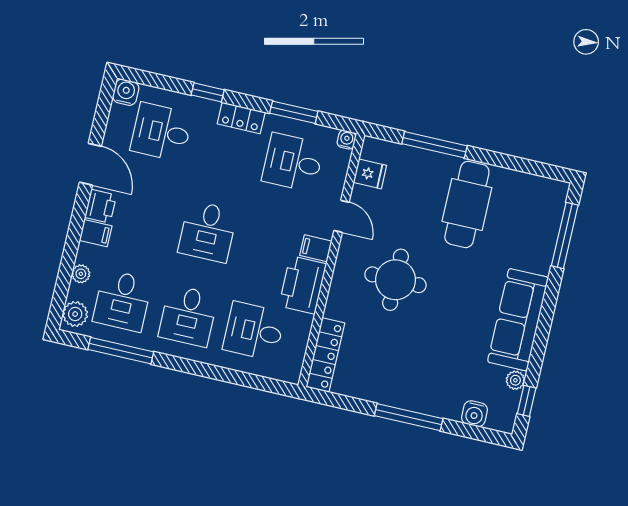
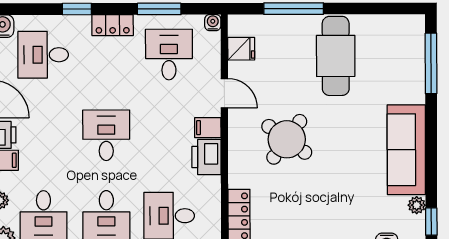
desk: (293, 162) -> (169, 55), turned 90
desk: (208, 232) -> (106, 135), turned 180
round table: (395, 280) -> (287, 139), turned 36
printer: (303, 285) -> (206, 157), width x0.73, depth x0.84

